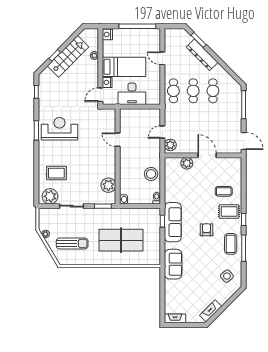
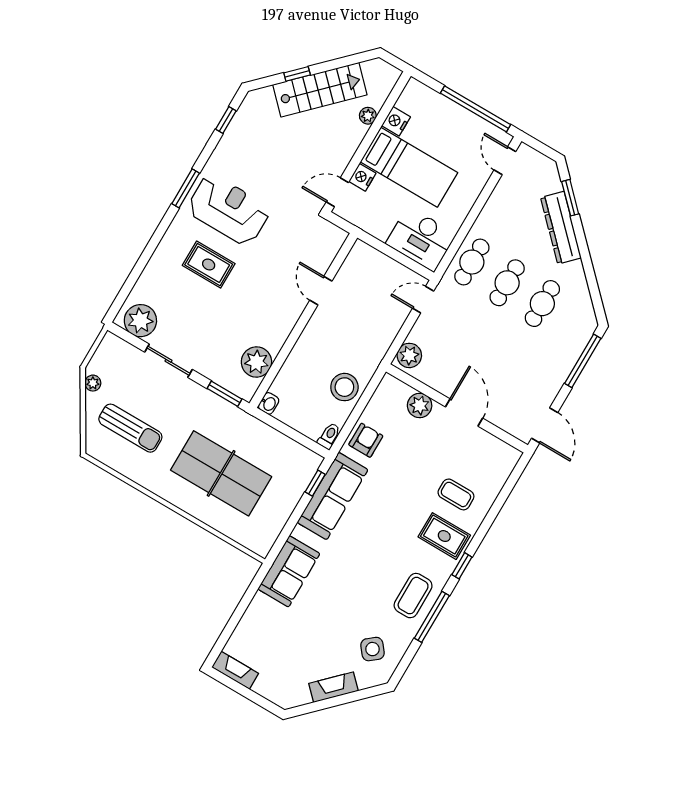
nightstand: (107, 34) -> (396, 121), moved
door: (162, 58) -> (505, 161), moved
desk: (132, 94) -> (421, 239), moved
door: (162, 132) -> (423, 300), moved
rug: (56, 173) -> (209, 265), moved
armchair: (207, 230) -> (366, 440), moved
fireplace: (211, 311) -> (333, 687), moved

